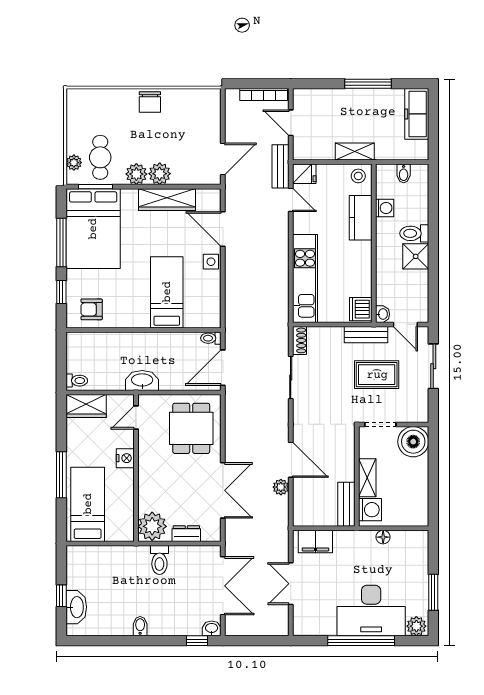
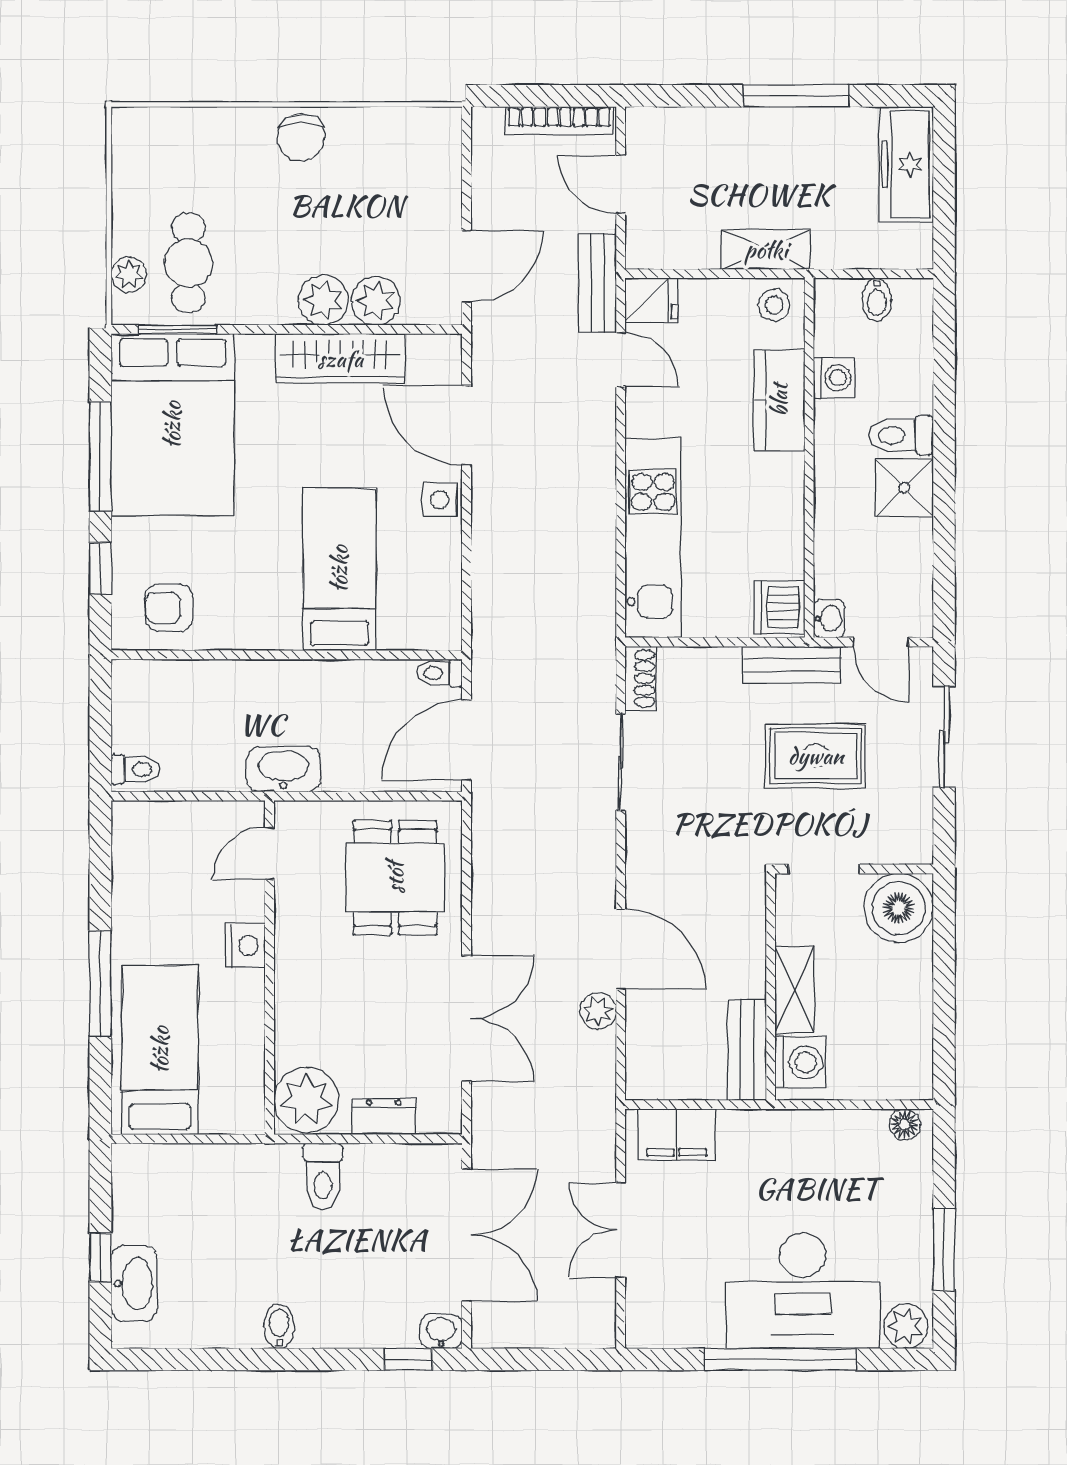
plant: (136, 174) -> (376, 301), moved
wardrobe: (86, 406) -> (157, 827), removed
floor lamp: (383, 537) -> (905, 1124), moved

